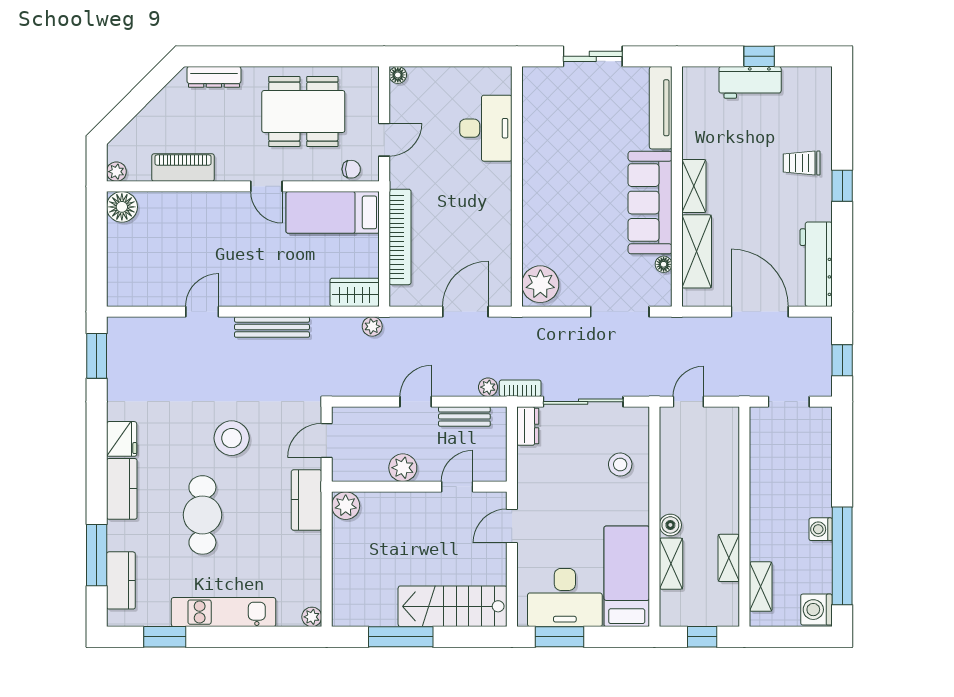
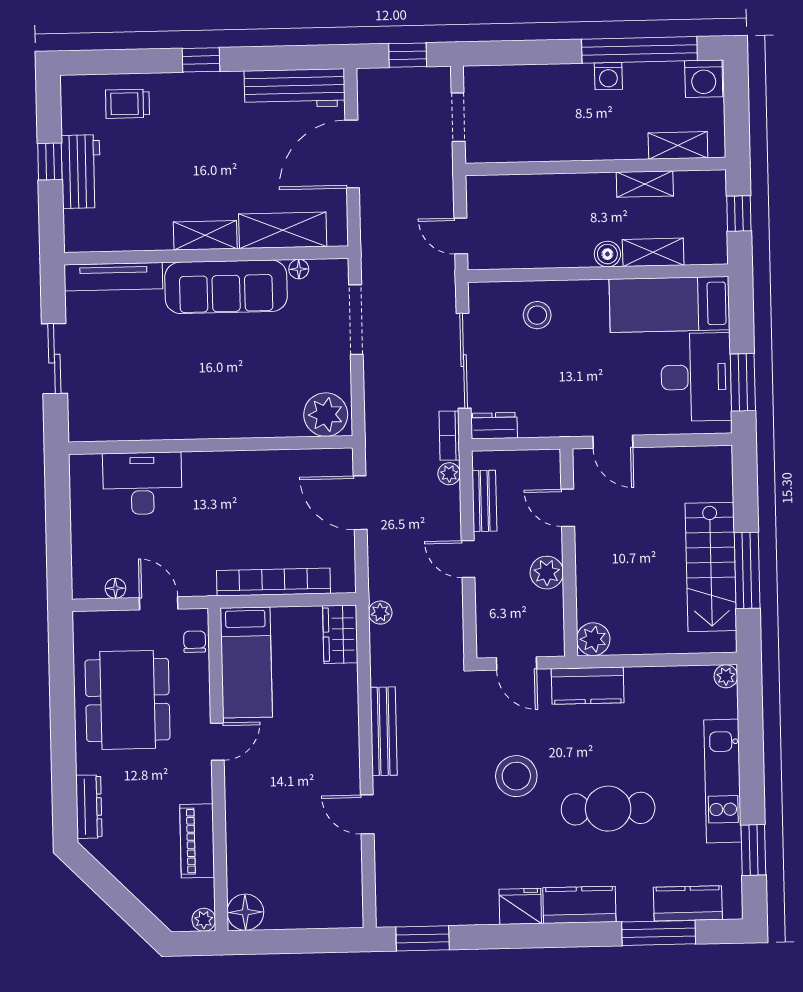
floor lamp: (398, 75) -> (115, 588), moved
trolley: (802, 163) -> (128, 104), moved, turned 90
stairs: (453, 606) -> (711, 567), moved

